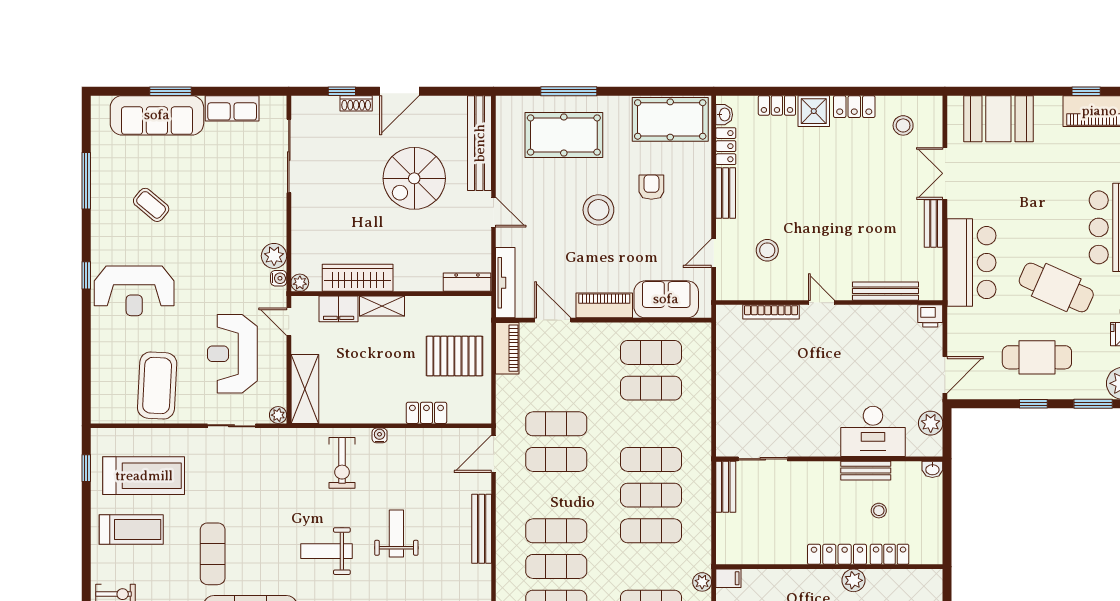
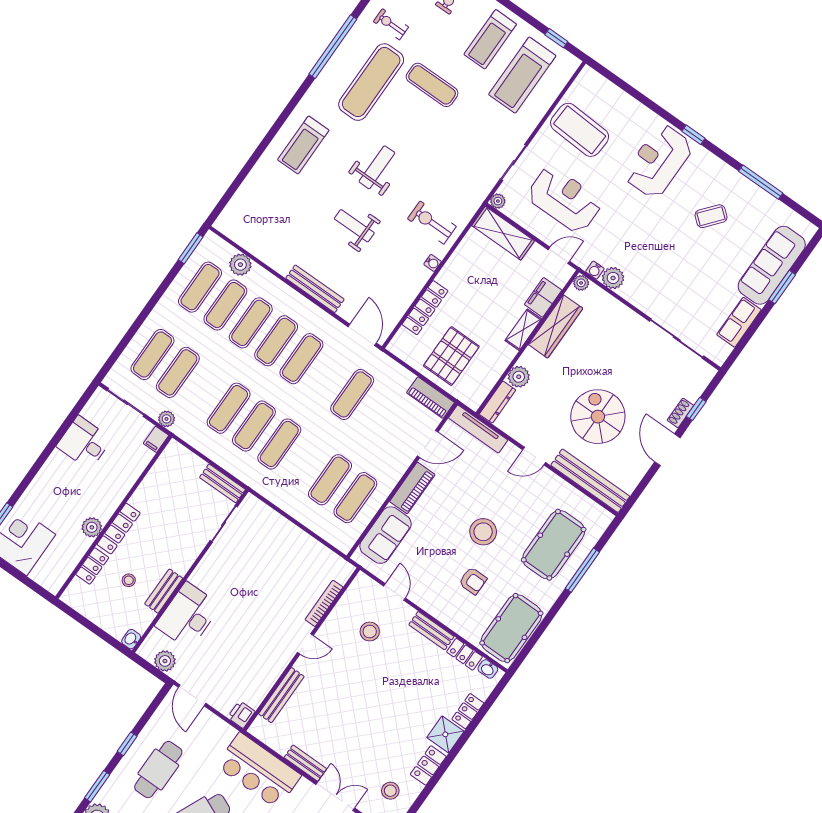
plant: (429, 279) -> (519, 377), added
locker: (426, 413) -> (425, 308), width x1.53
exercise mat: (556, 459) -> (301, 359), moved
weight bench: (396, 534) -> (354, 226), turned 180

